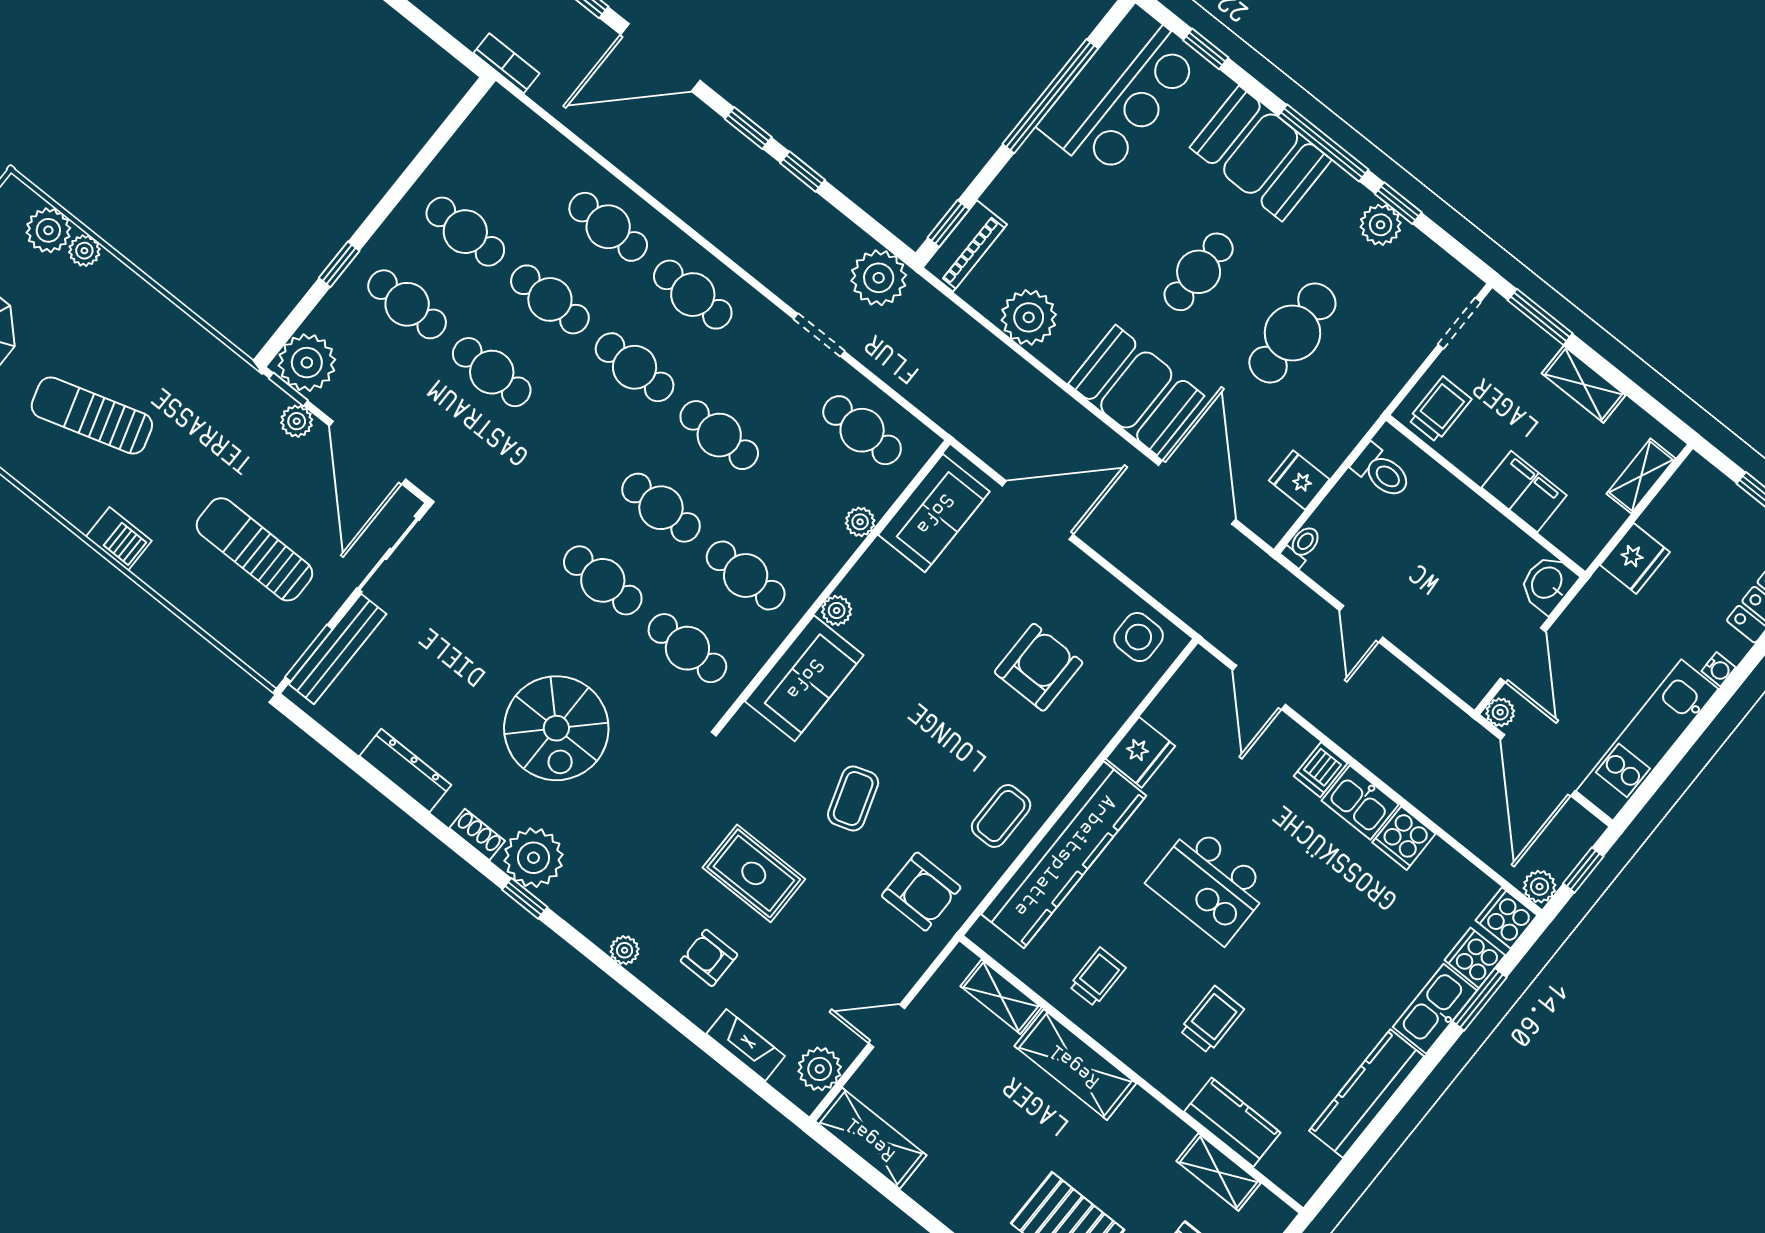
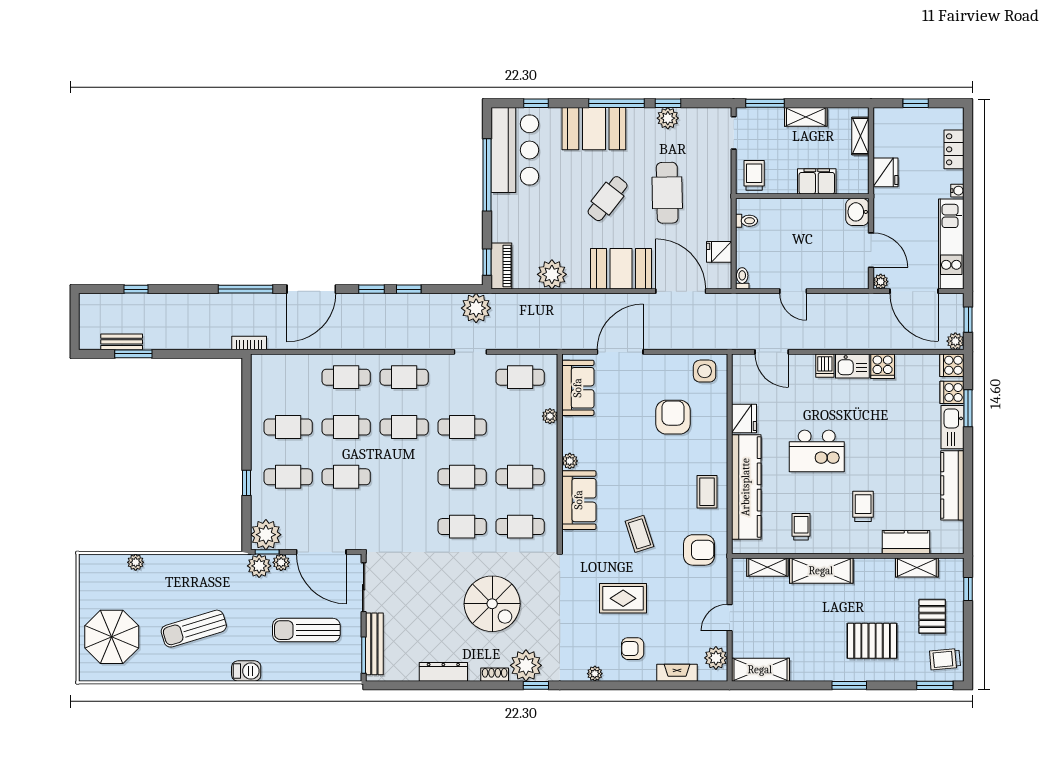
plant: (48, 230) -> (259, 566), moved
cafe table: (1199, 272) -> (608, 199), turned 38
toilet: (1382, 471) -> (746, 221), width x0.73, depth x0.72

